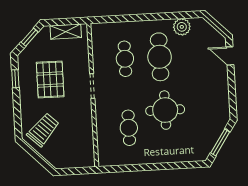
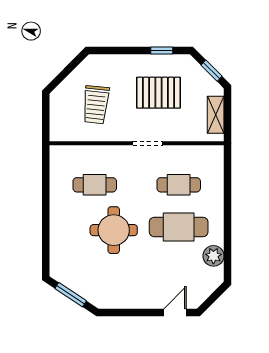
trolley: (43, 130) -> (96, 105), moved, turned 53

